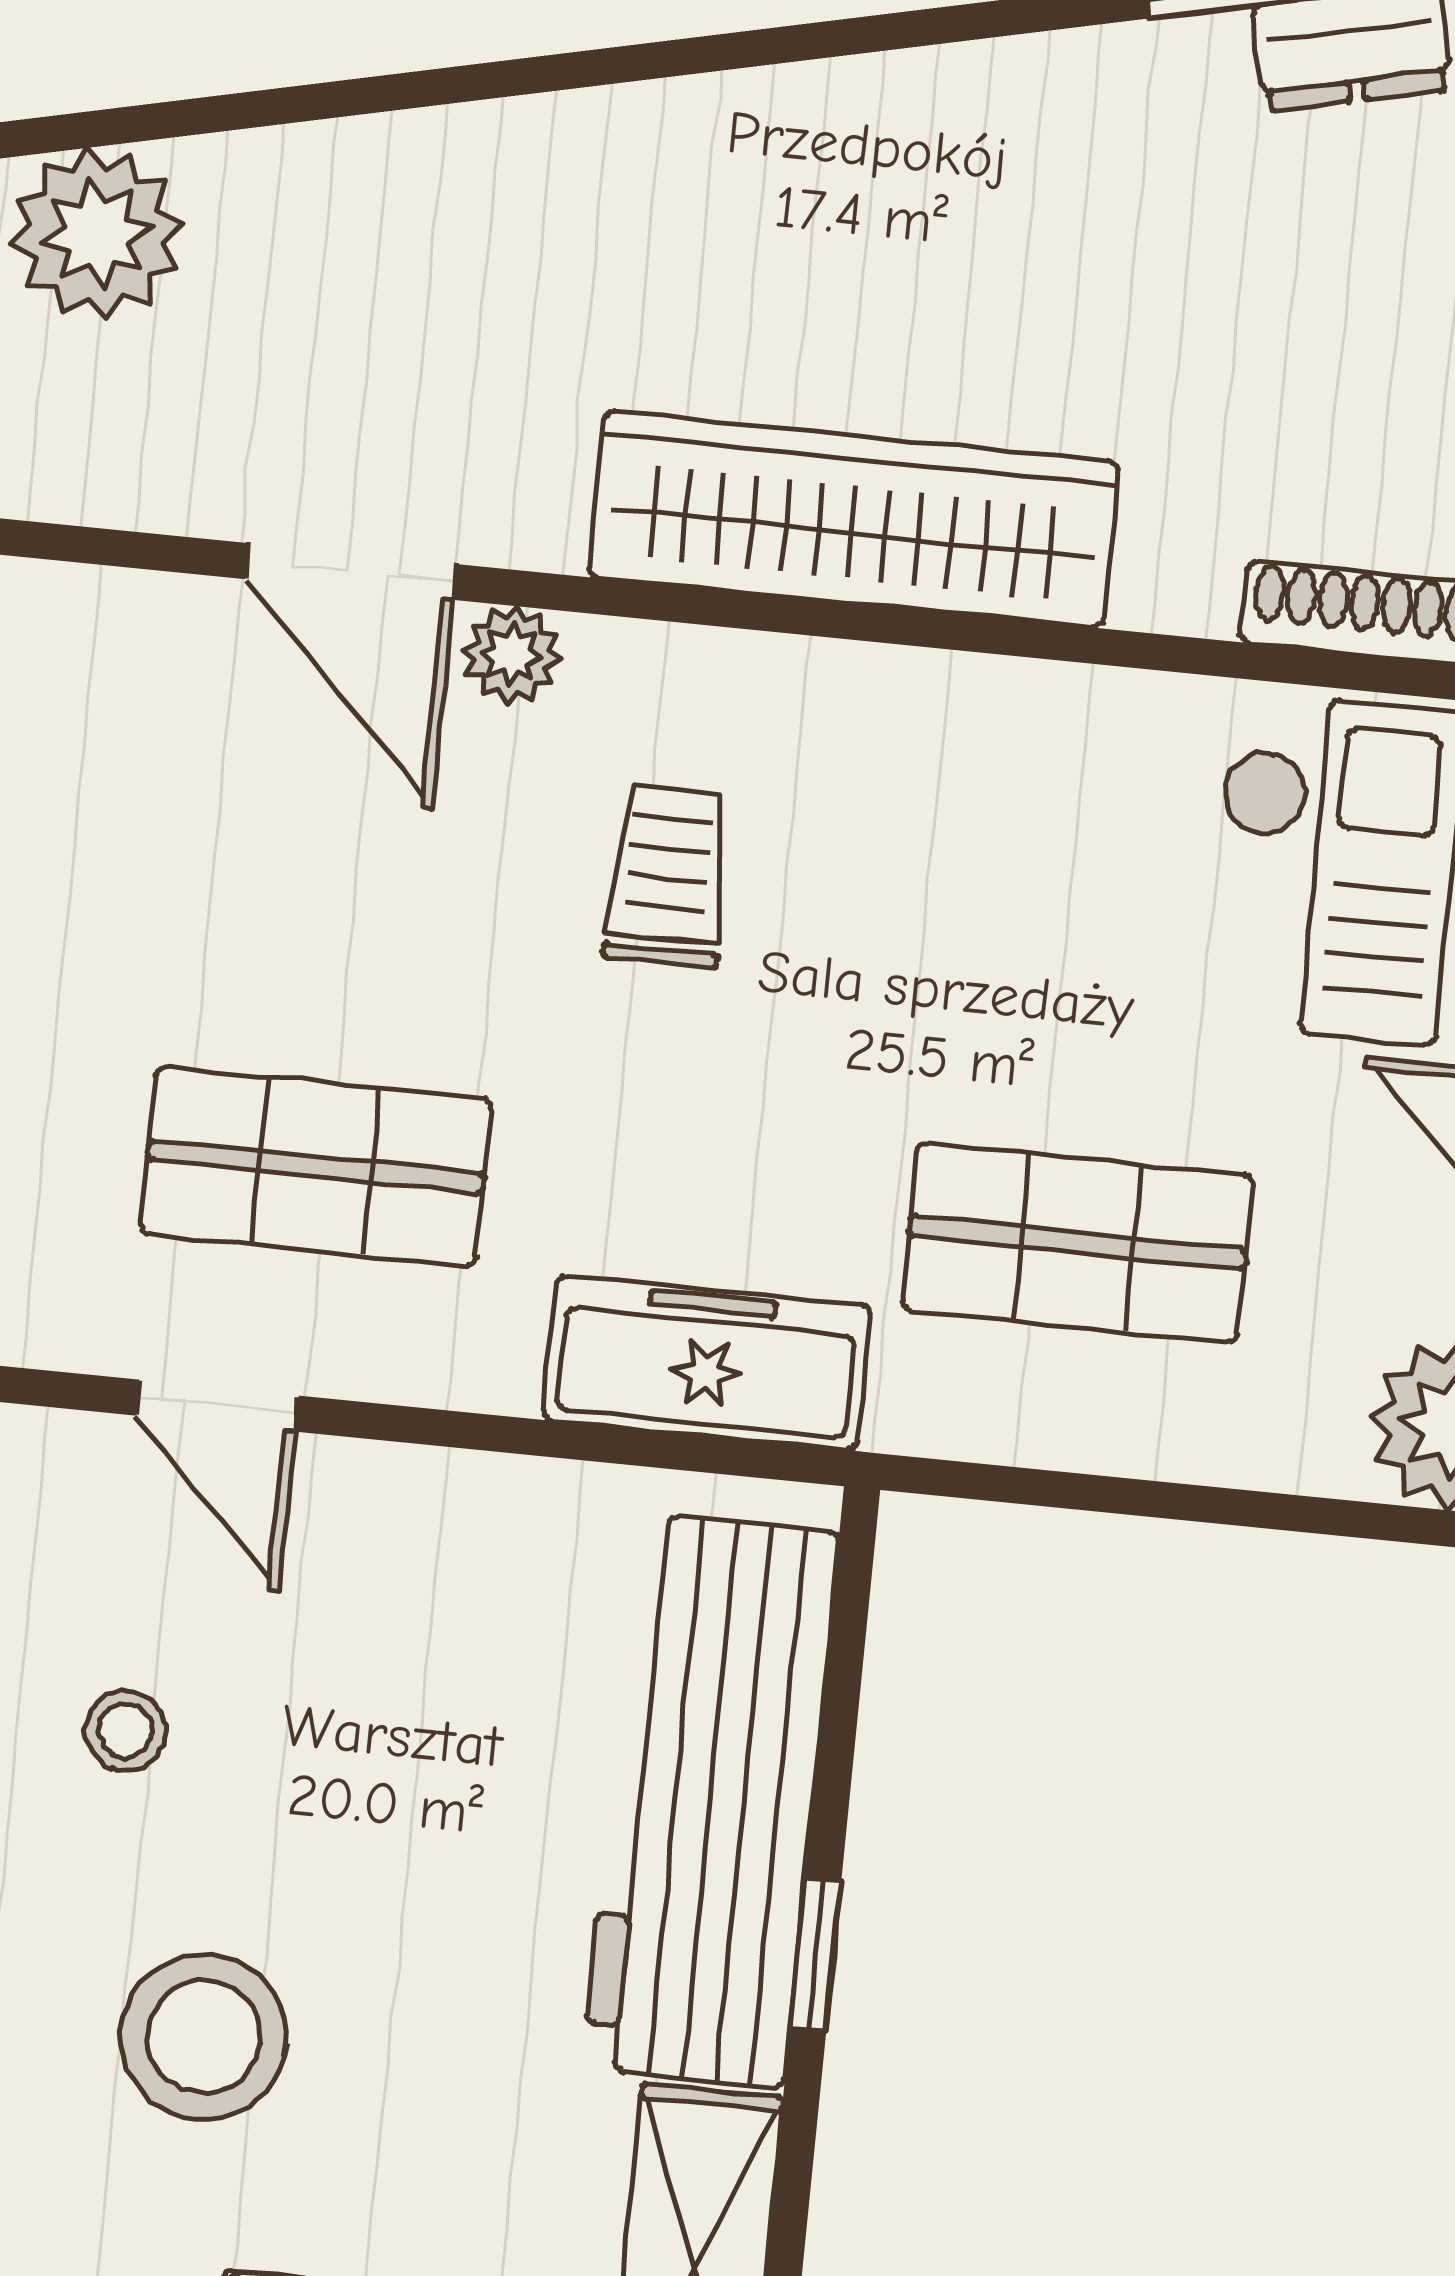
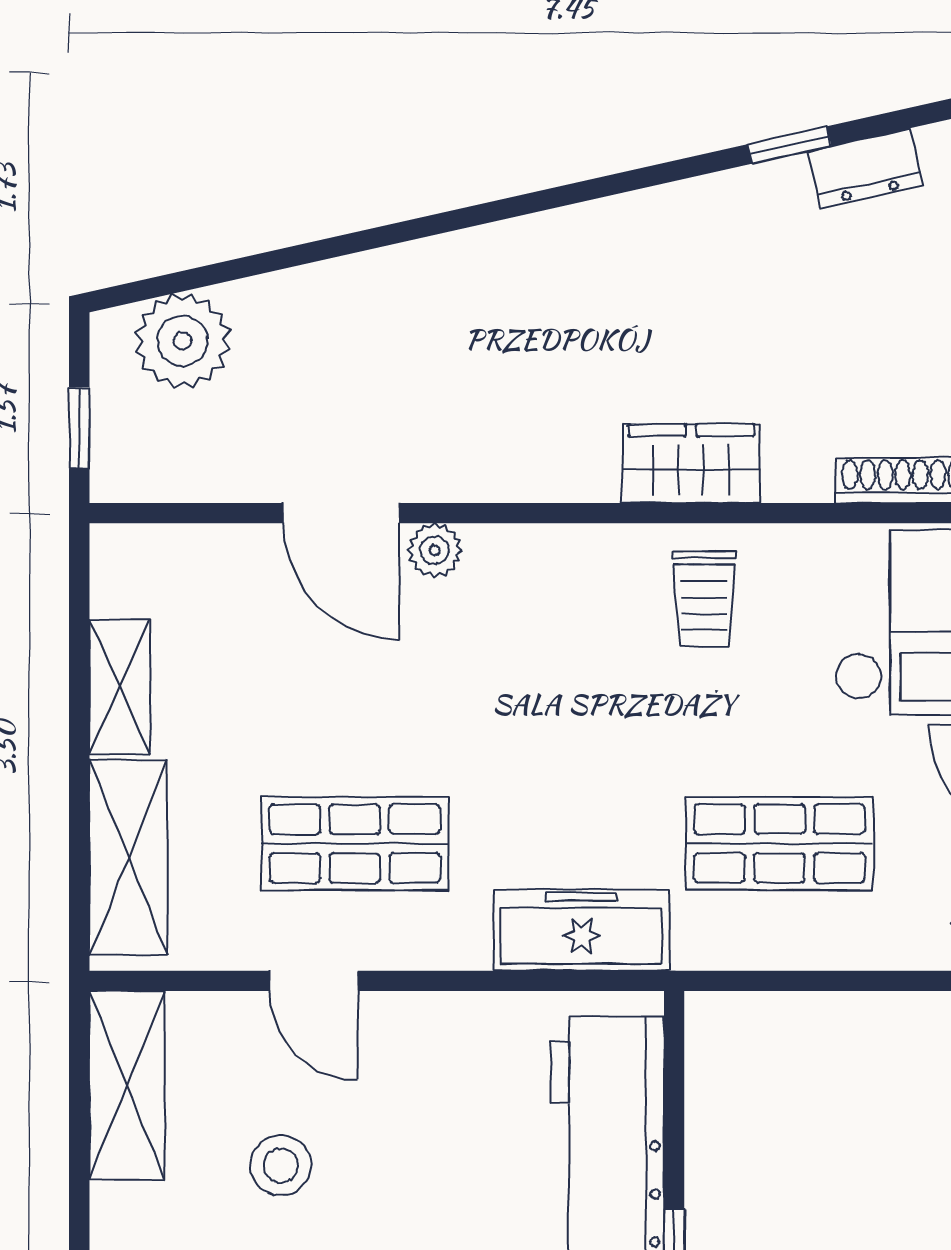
wardrobe: (854, 520) -> (691, 463), width x0.48, depth x0.85
trolley: (668, 876) -> (704, 599), moved, turned 180
stool: (126, 1731) -> (281, 1165), width x1.37, depth x1.37

